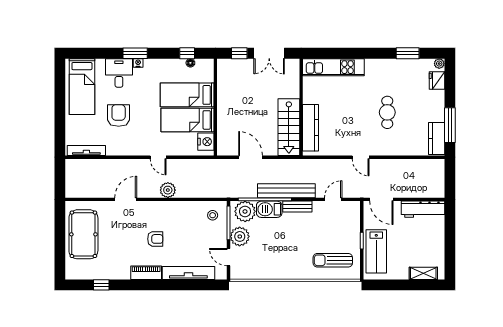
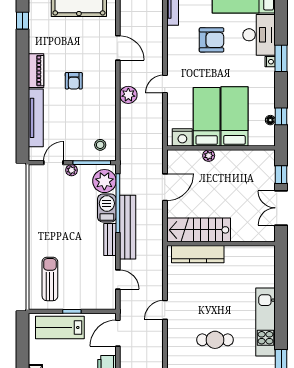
kitchen unit: (333, 67) -> (265, 322), moved
desk: (119, 73) -> (259, 35), width x1.37
plant: (222, 118) -> (209, 156), added
plant: (240, 236) -> (72, 170), width x0.53, depth x0.53

